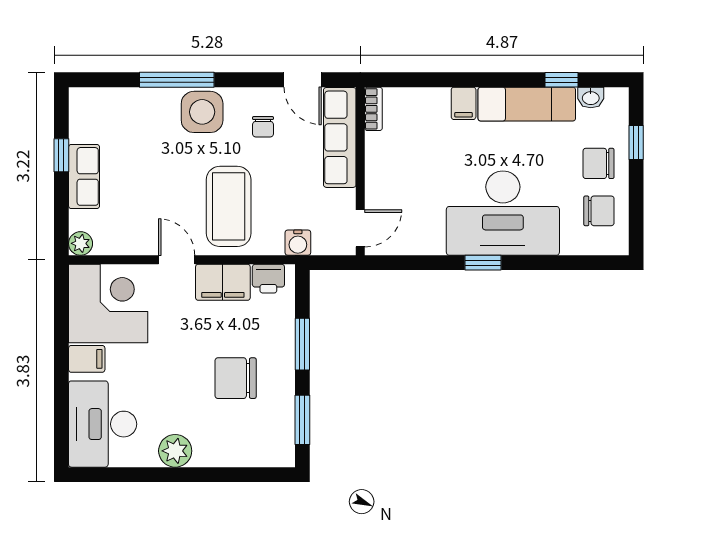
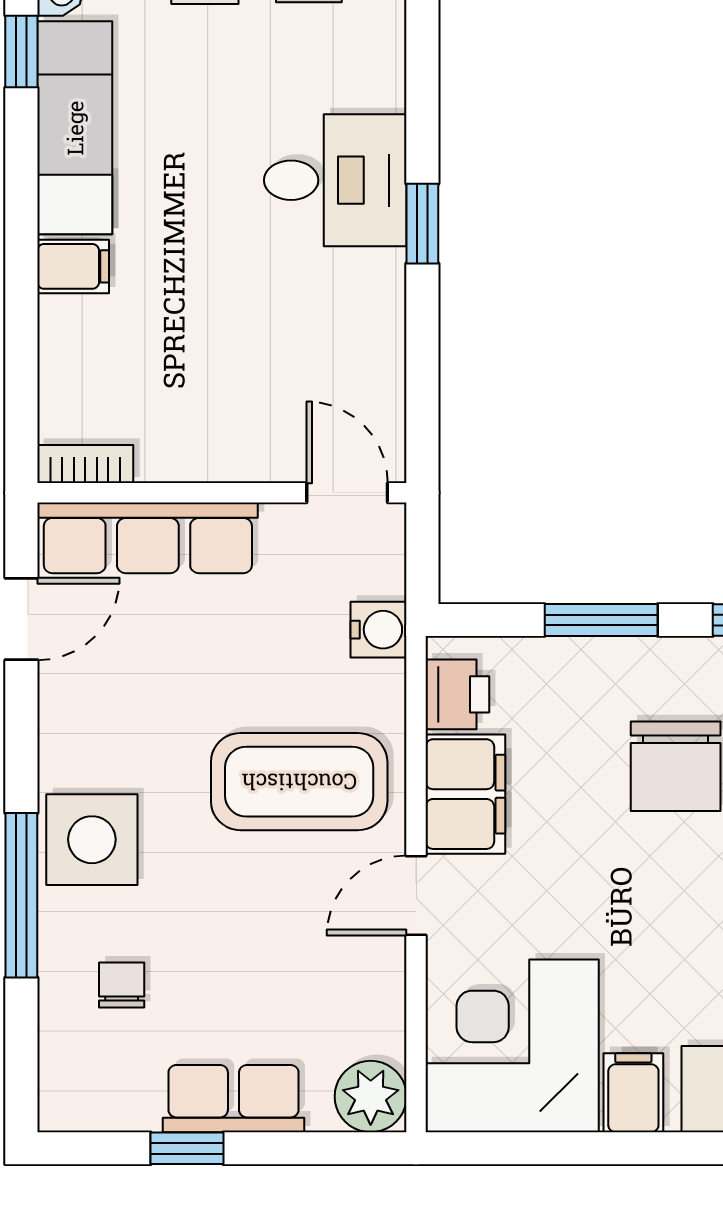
chair: (263, 127) -> (122, 985), moved, turned -90
desk: (503, 213) -> (335, 180), width x0.53, depth x0.77
plant: (81, 243) -> (371, 1097), width x1.38, depth x1.38

